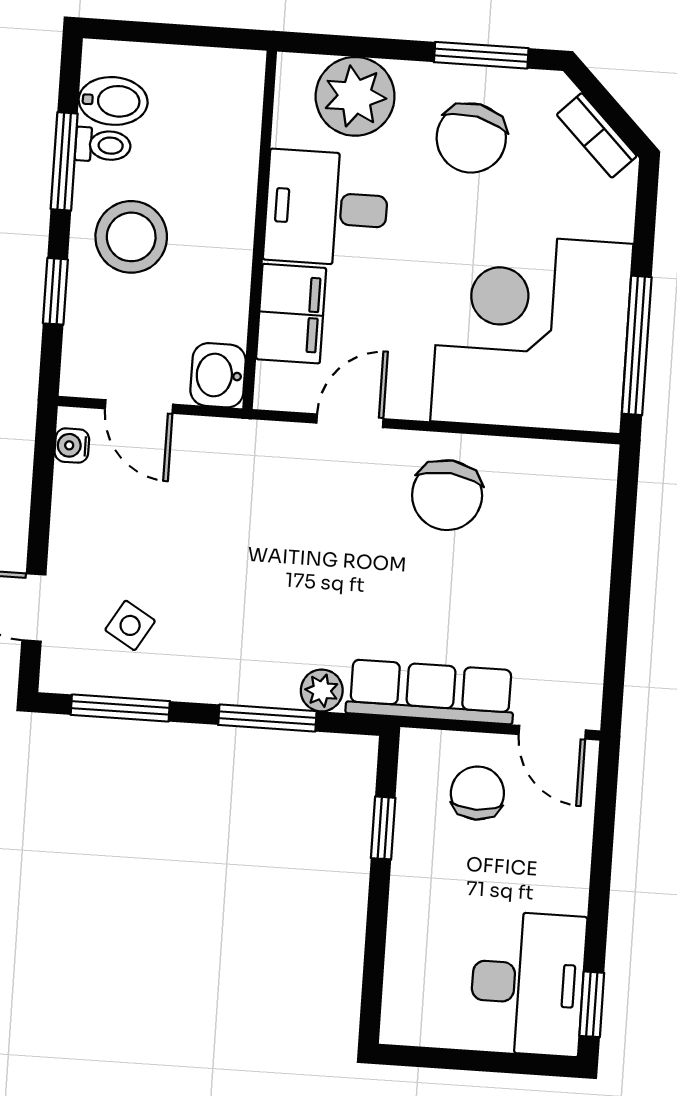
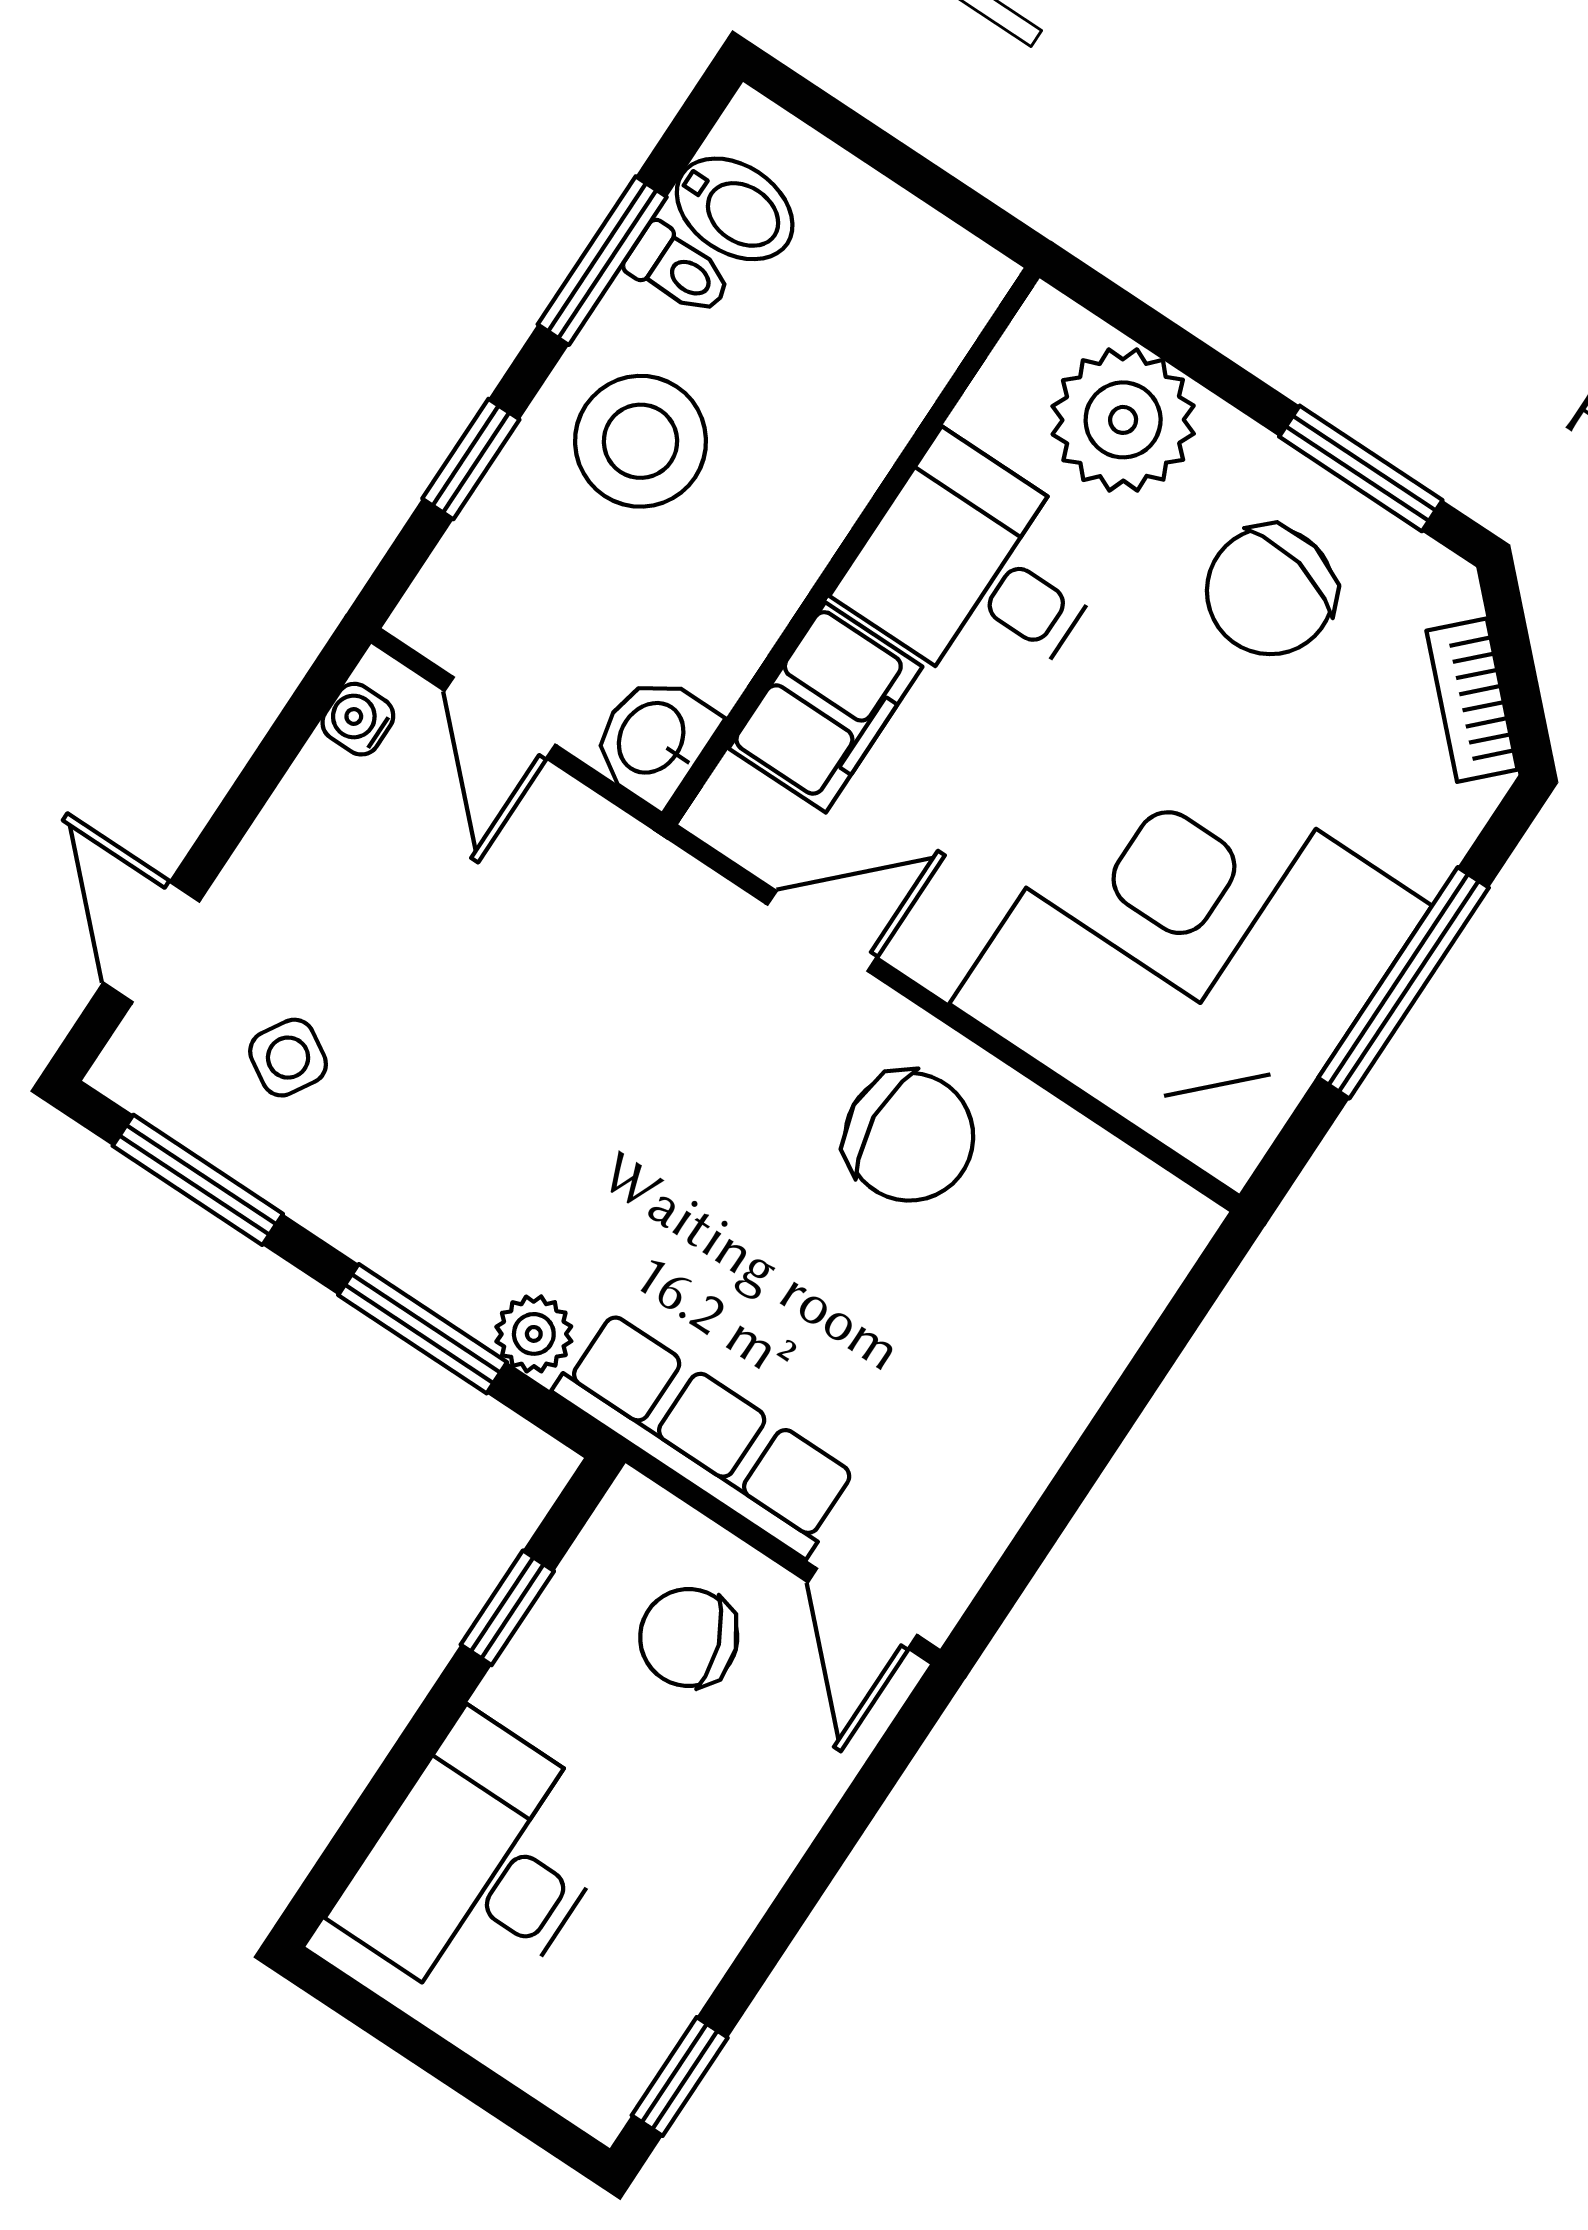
window: (637, 345) -> (1404, 983), moved
chair: (447, 495) -> (909, 1137), turned -100
chair: (477, 793) -> (689, 1637), turned -110
desk: (528, 983) -> (480, 1866), moved, turned 180

